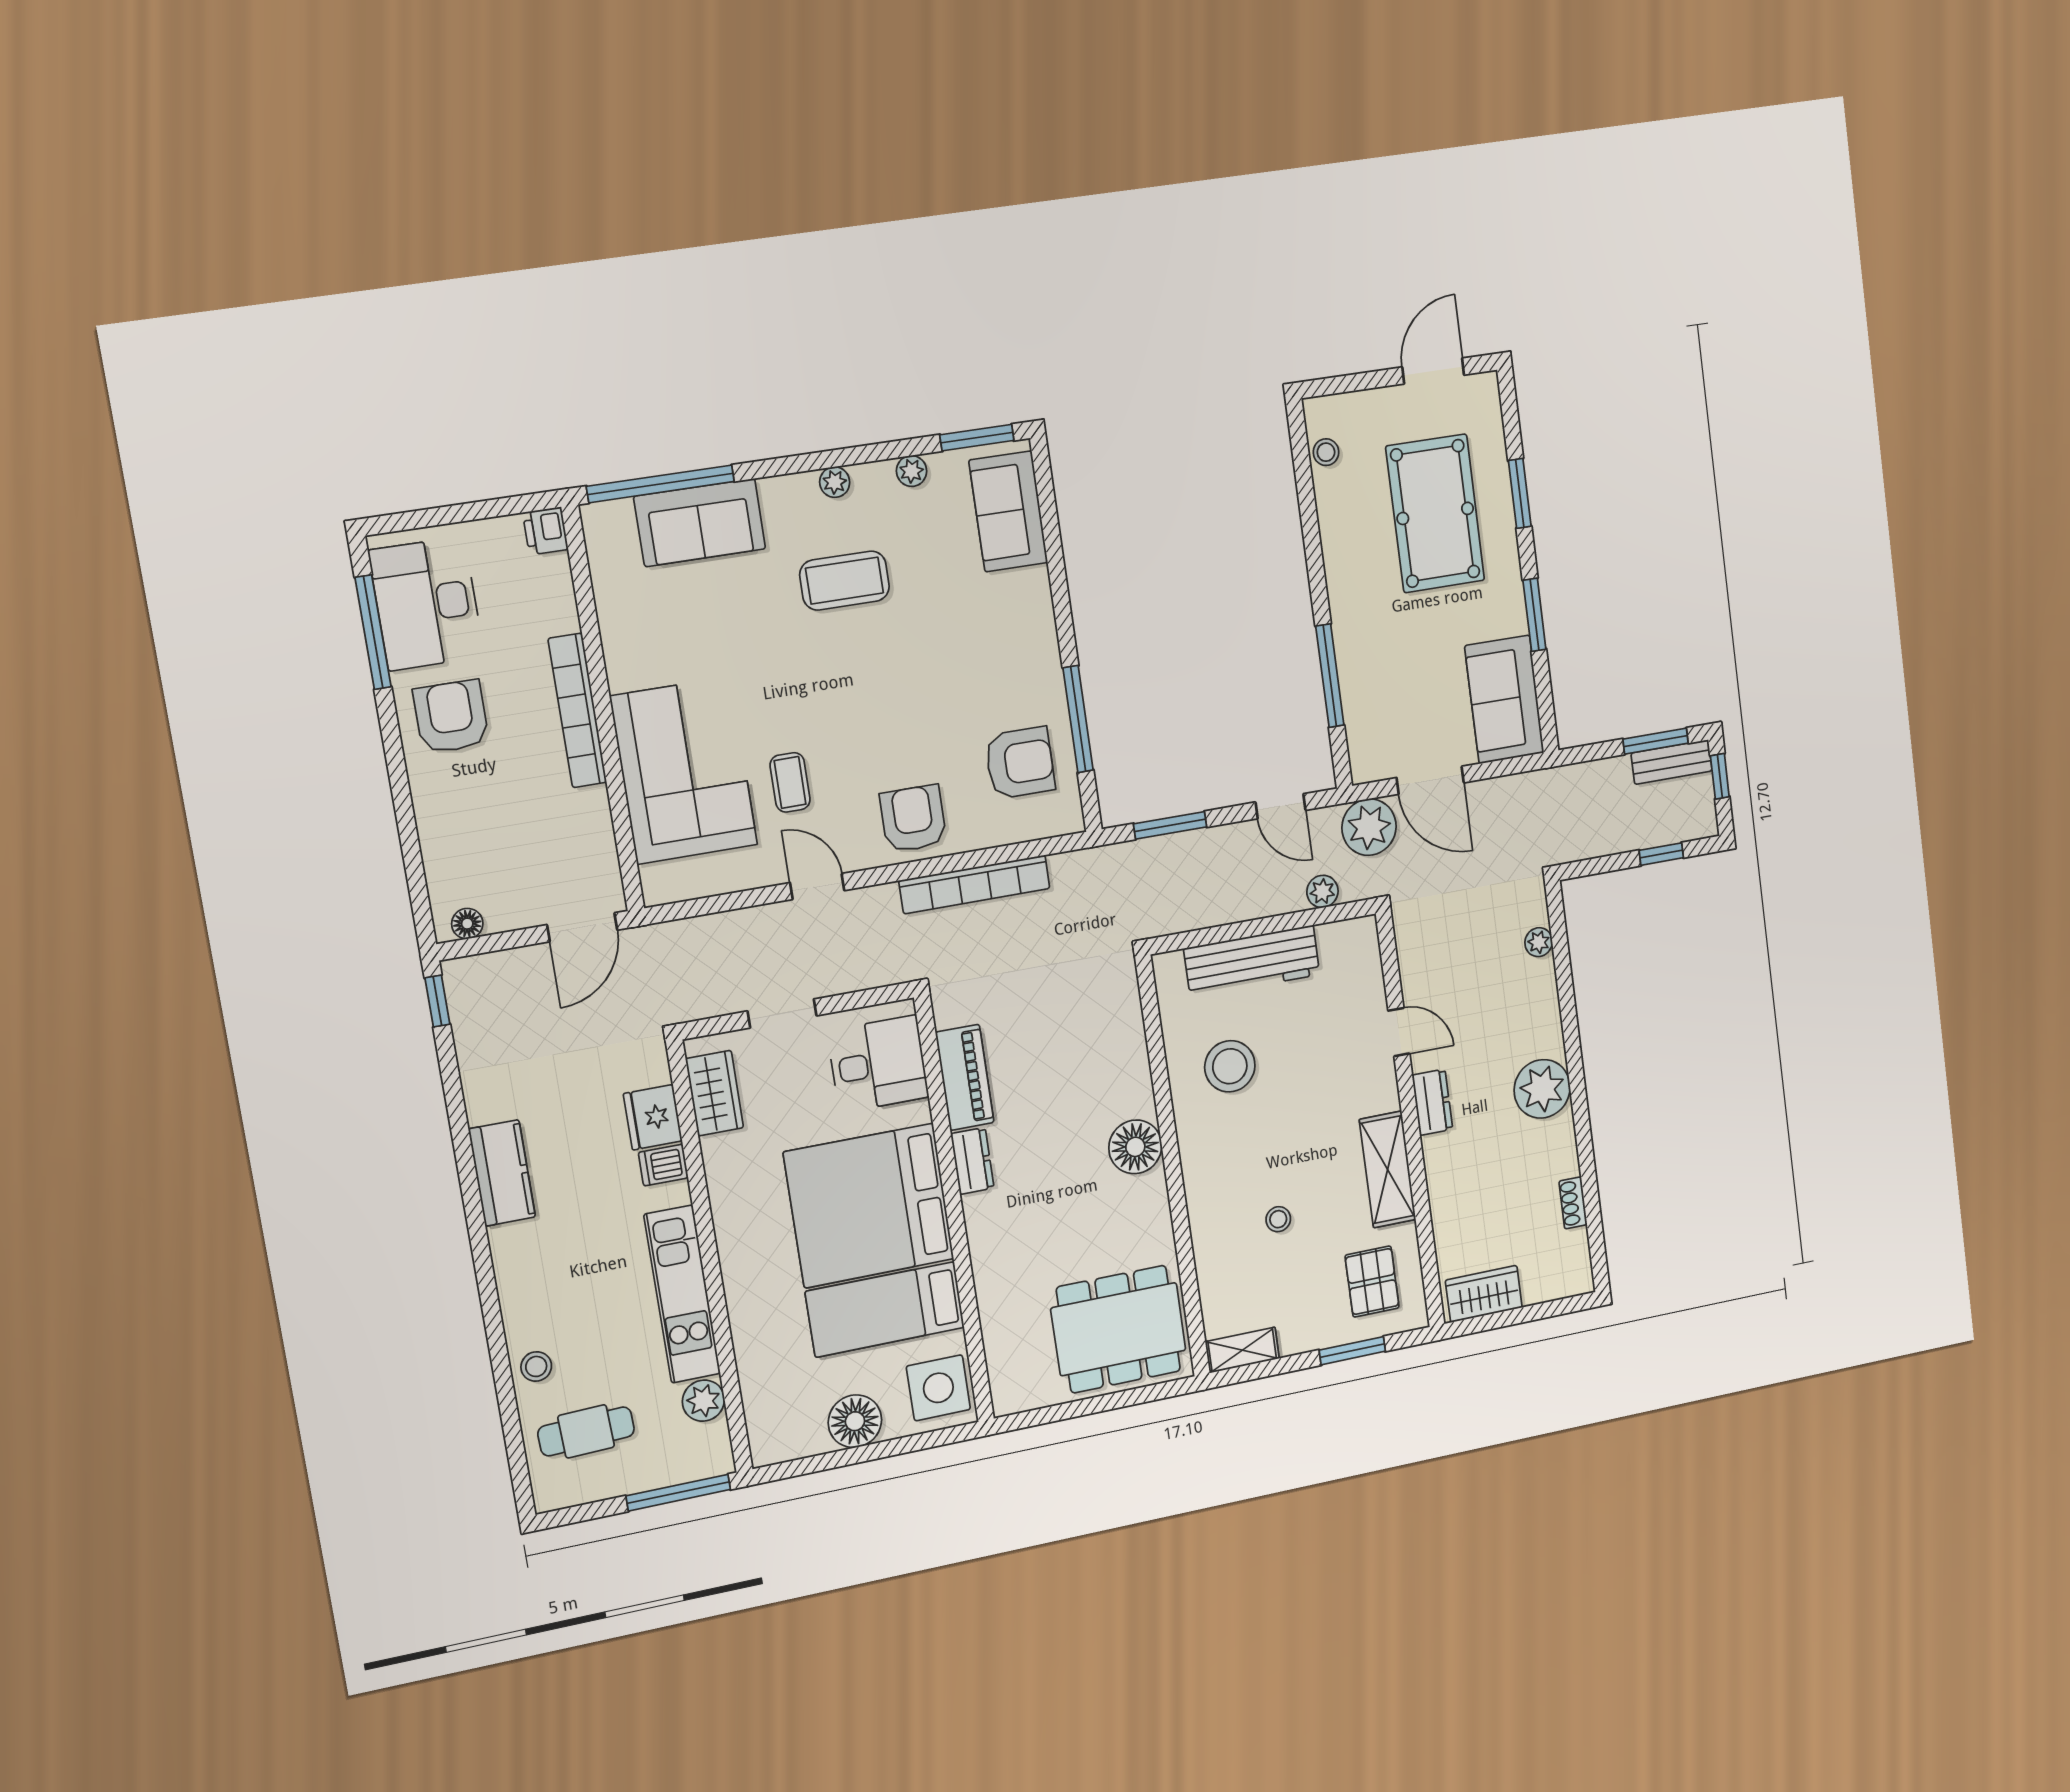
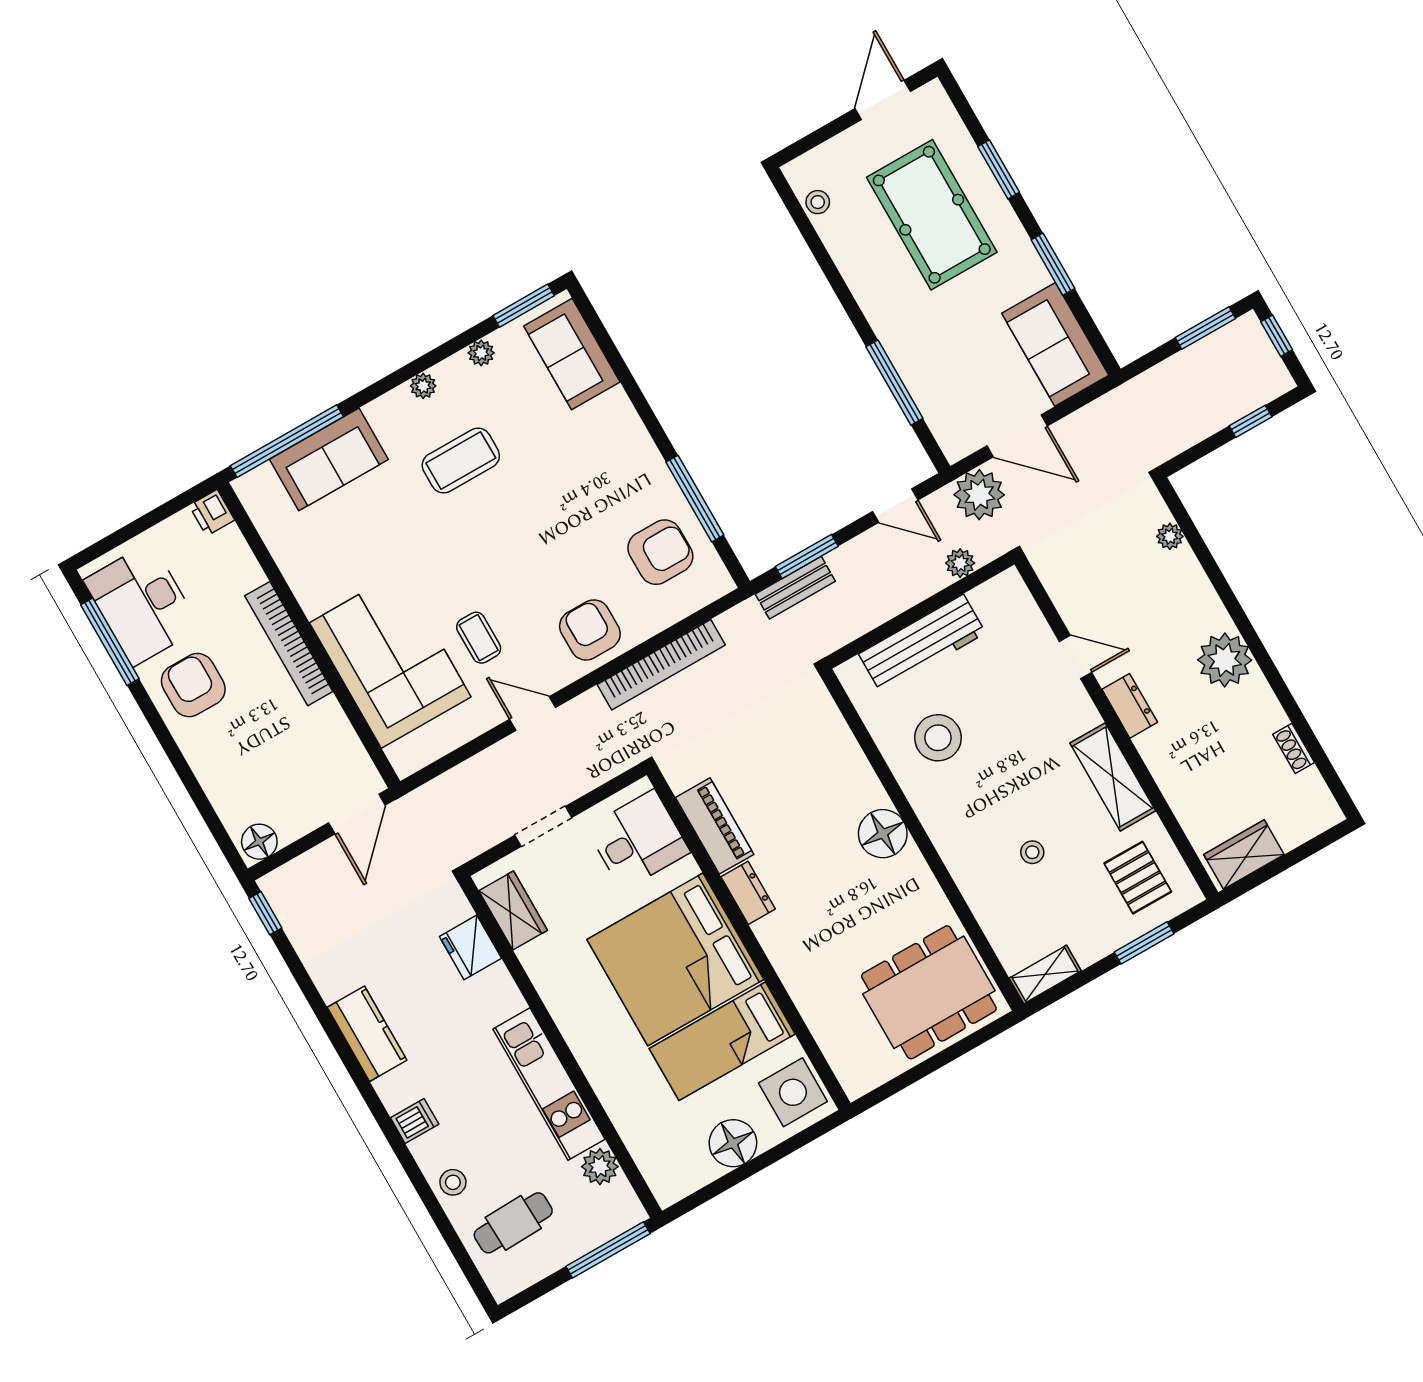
bench: (1672, 762) -> (795, 588), moved
floor lamp: (467, 924) -> (259, 842), width x1.37, depth x1.37
dishwasher: (663, 1165) -> (415, 1121), moved, turned 180

